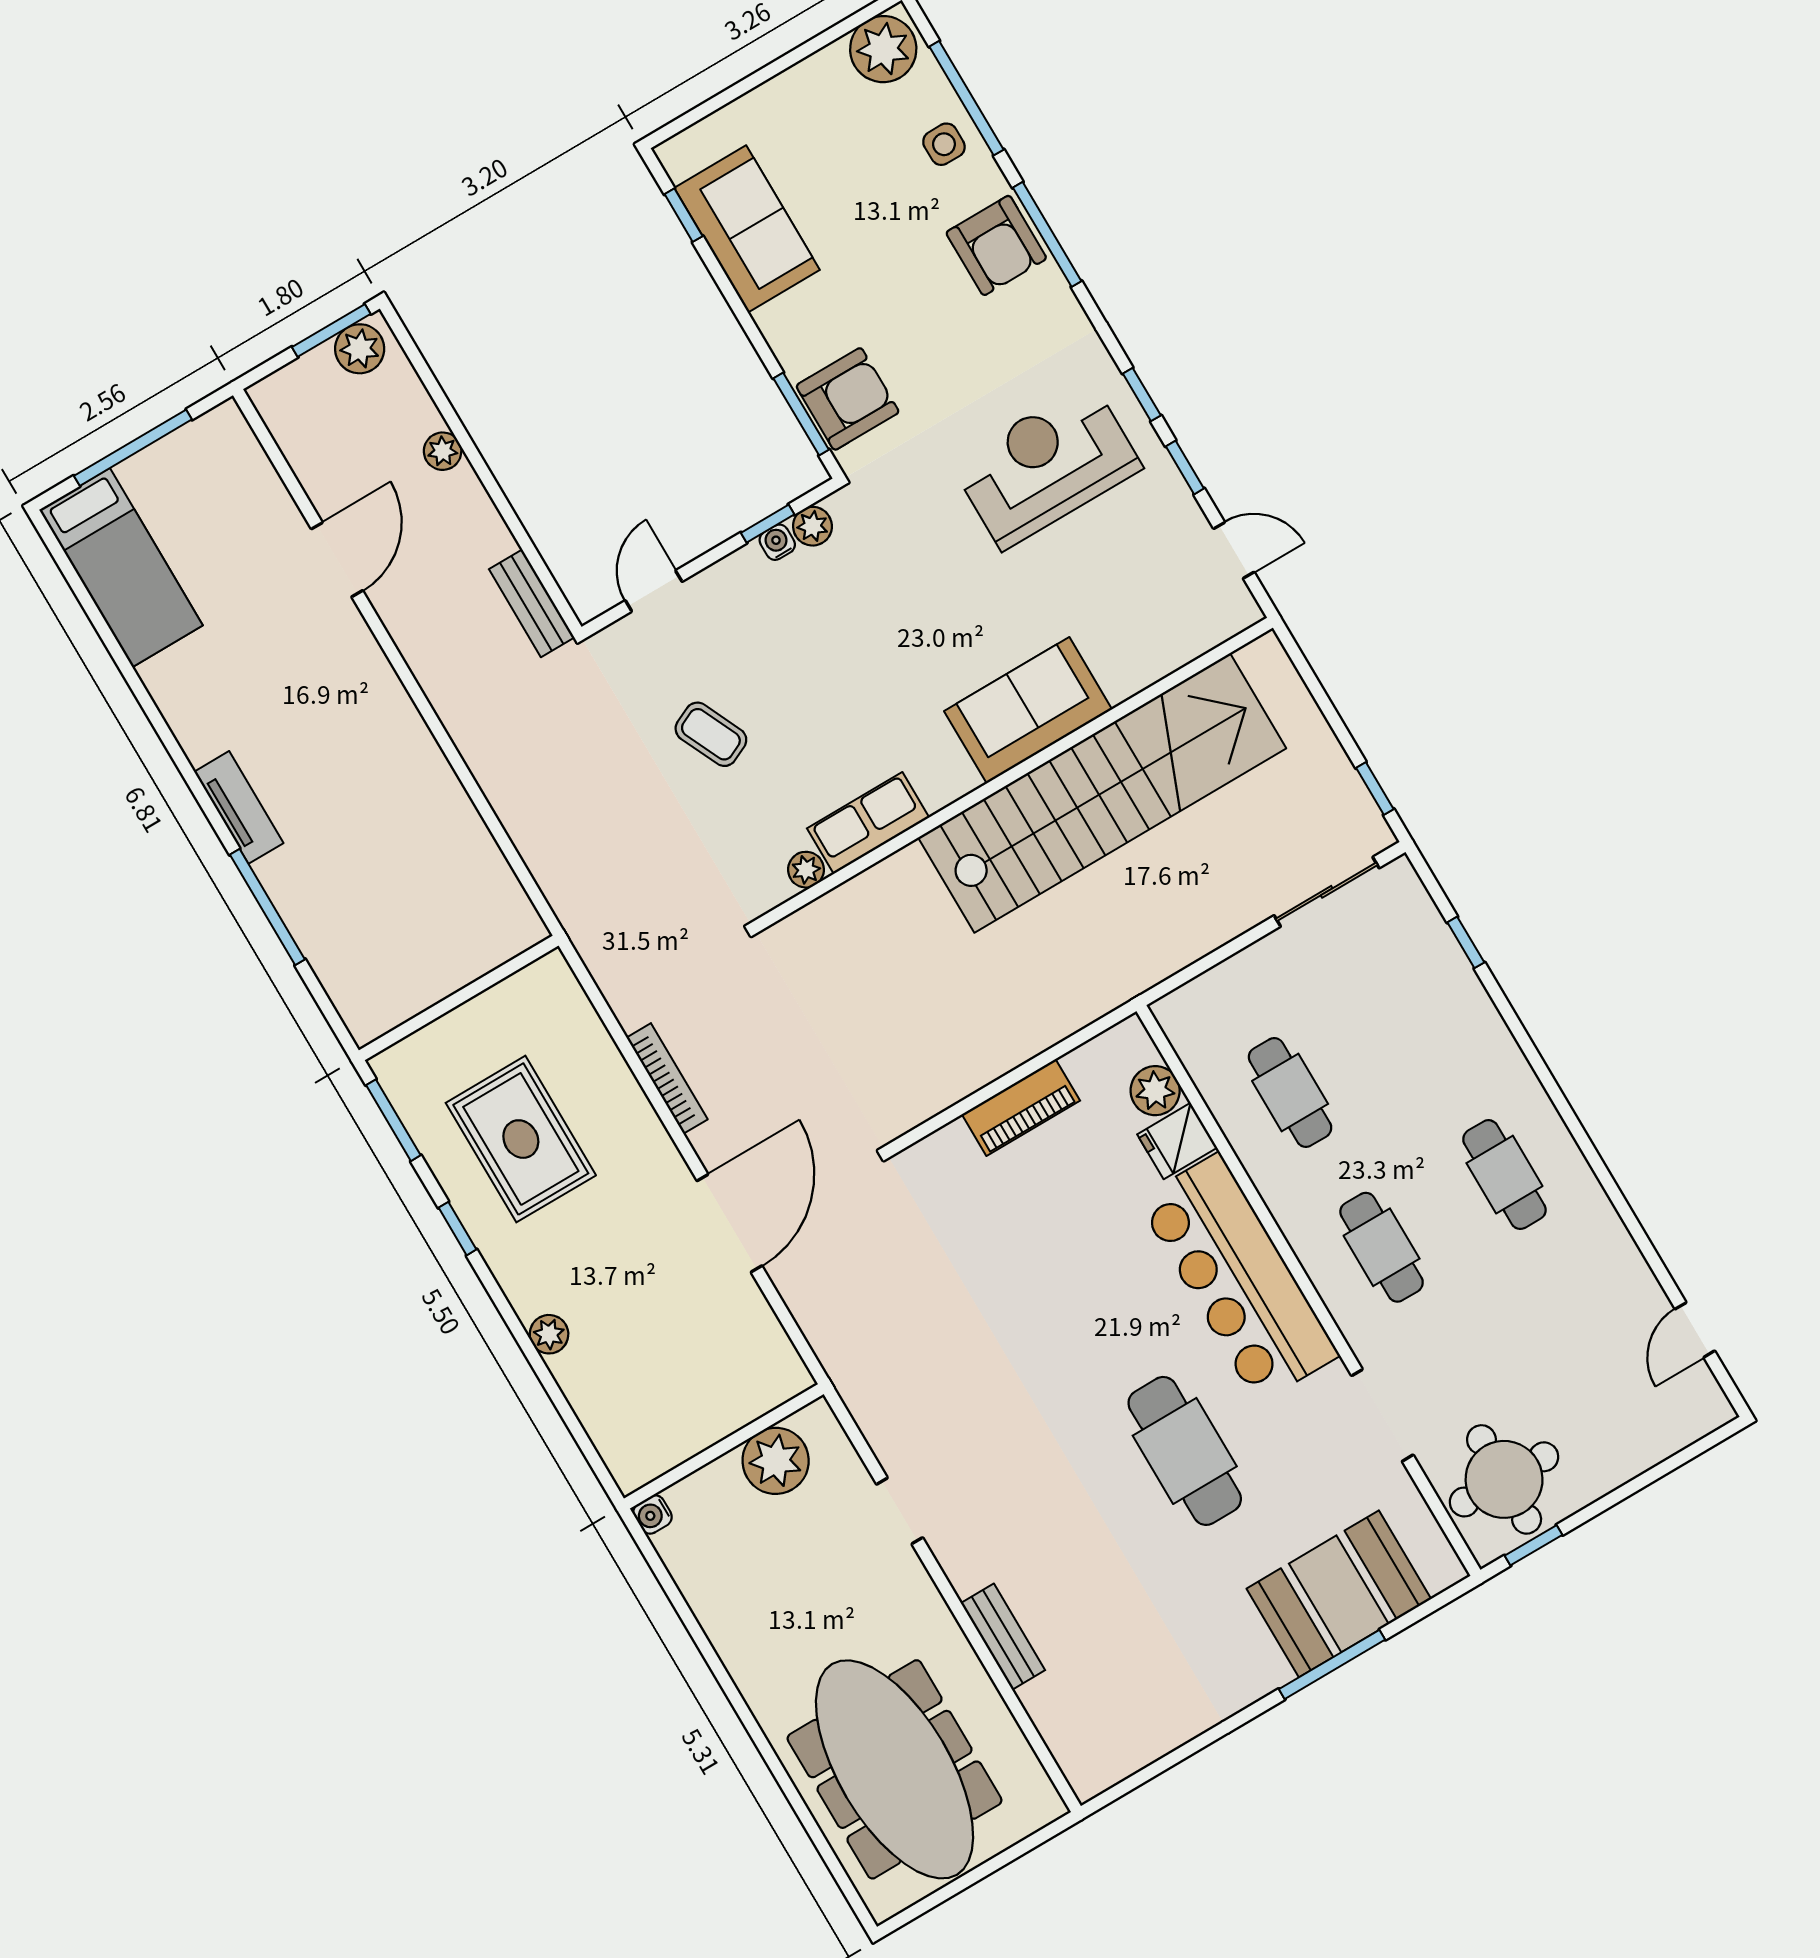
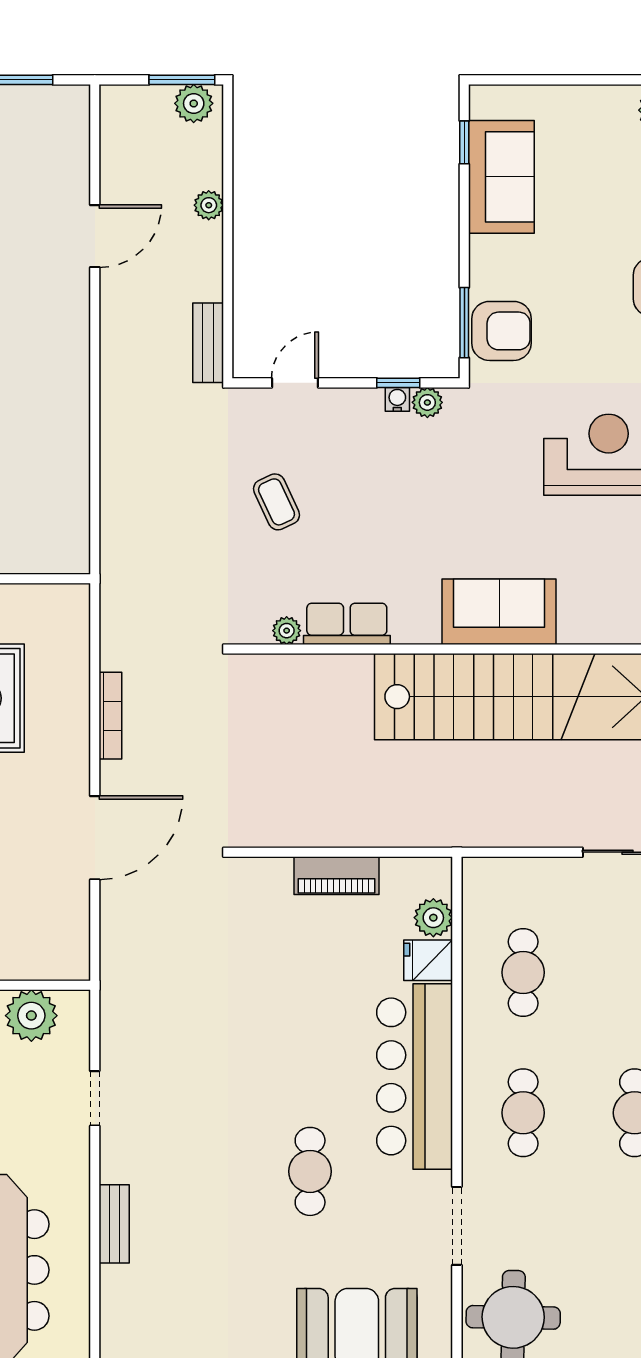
cafe table: (1185, 1451) -> (310, 1171), width x0.73, depth x0.74

